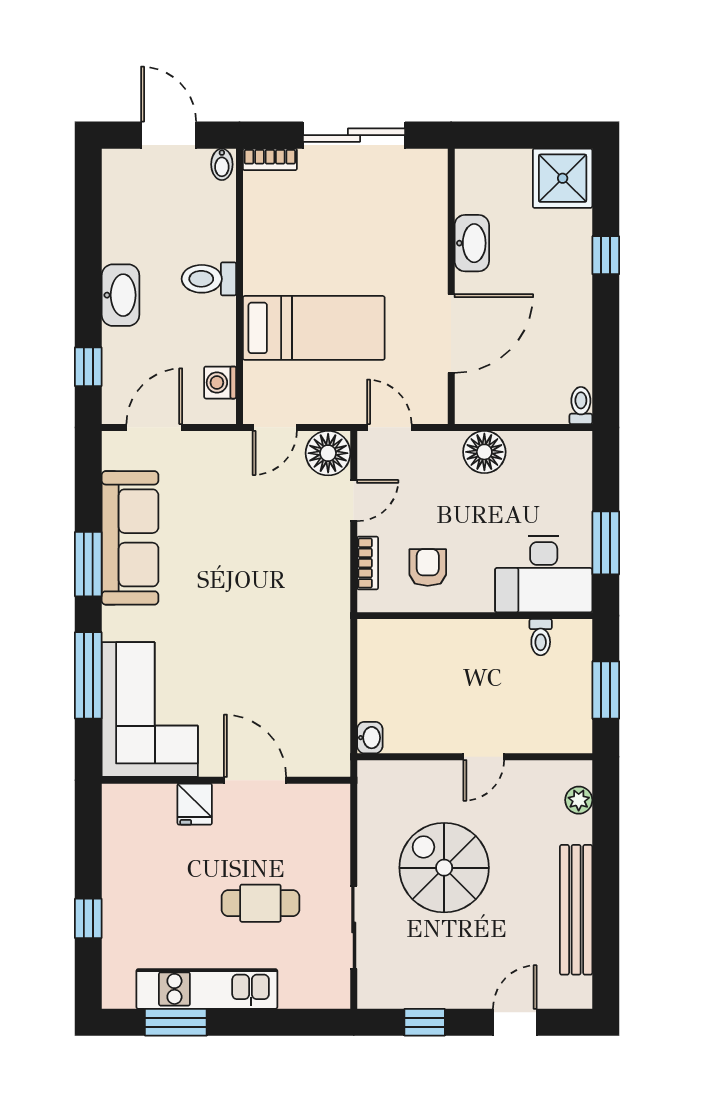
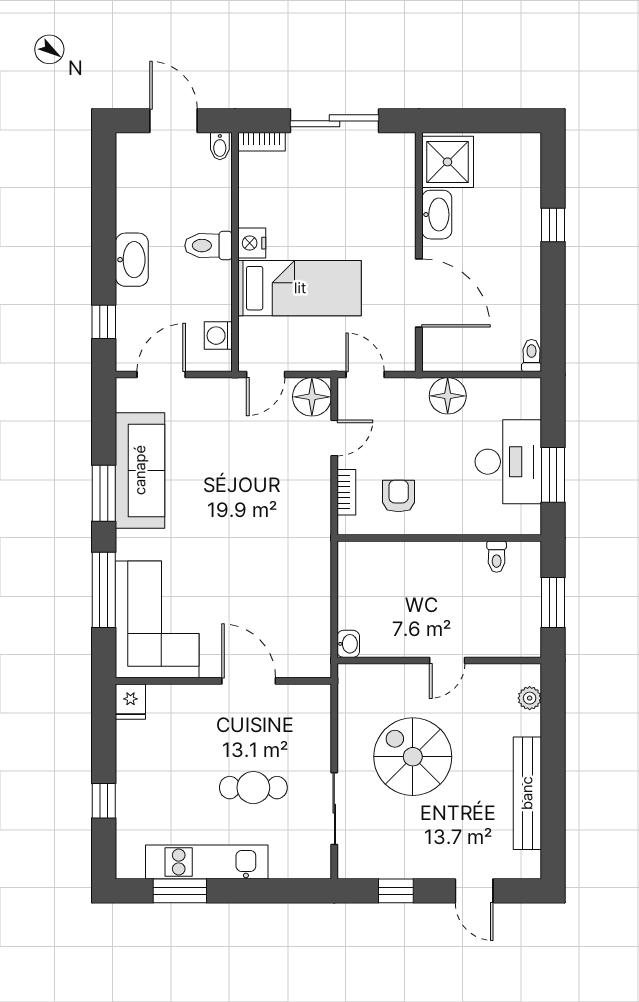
shower: (563, 178) -> (448, 162), moved
nightstand: (259, 276) -> (252, 243), added
door: (451, 334) -> (419, 293), hinge flipped
desk: (544, 574) -> (508, 462), moved, turned -90
fridge: (195, 804) -> (130, 702), moved
door: (515, 1022) -> (474, 891), swing flipped

